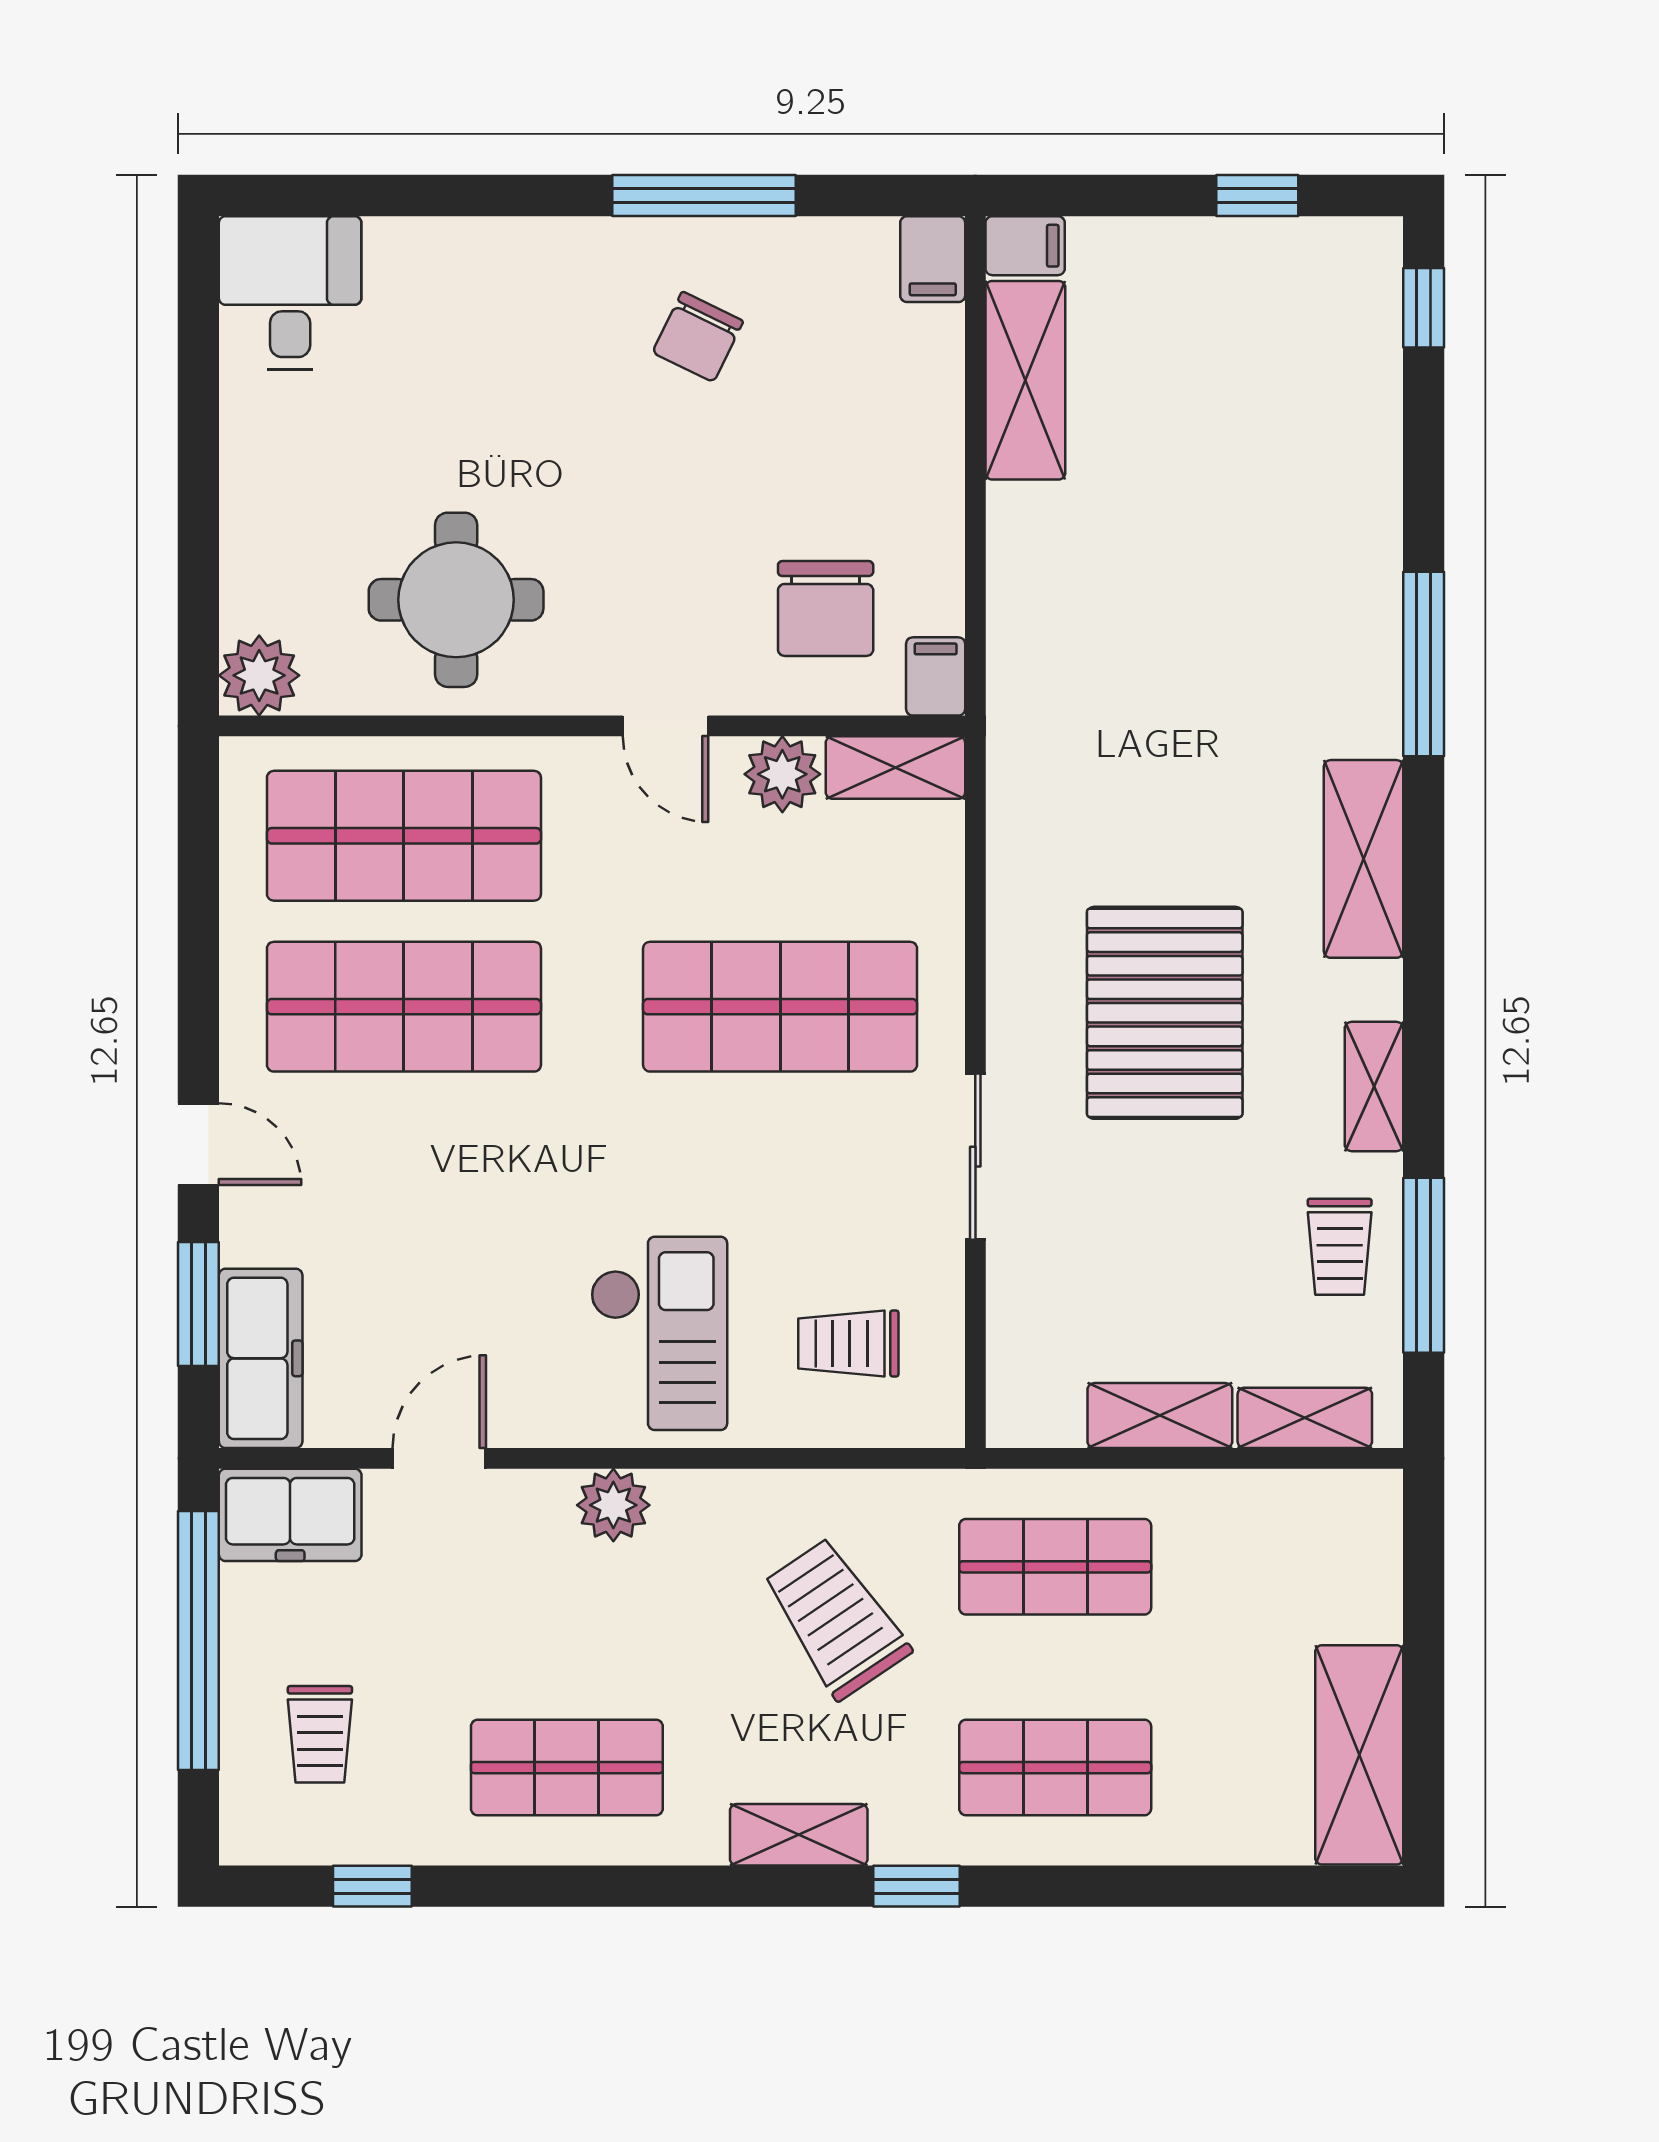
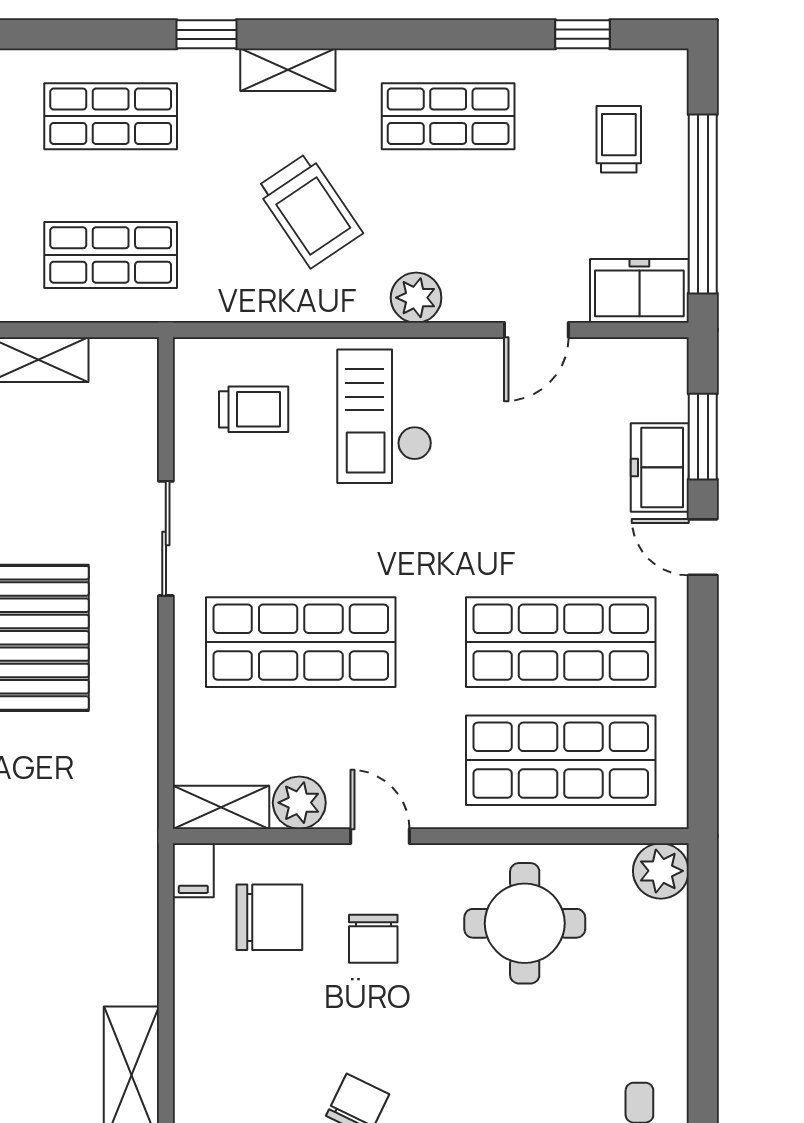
chair: (675, 577) -> (373, 939), added
chair: (826, 609) -> (269, 917), turned 90
freezer: (261, 1358) -> (660, 467), moved, width x0.71
trolley: (836, 1618) -> (309, 210), moved

